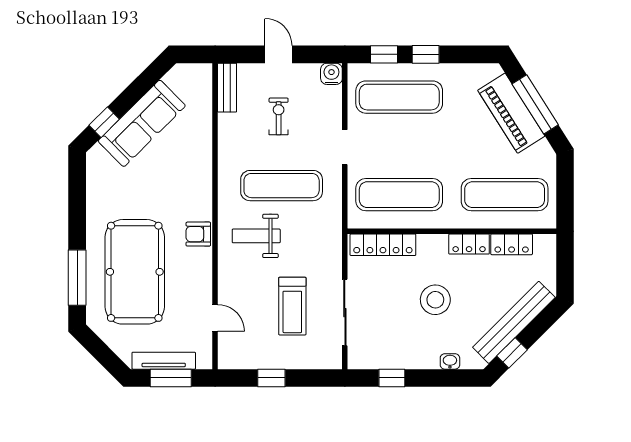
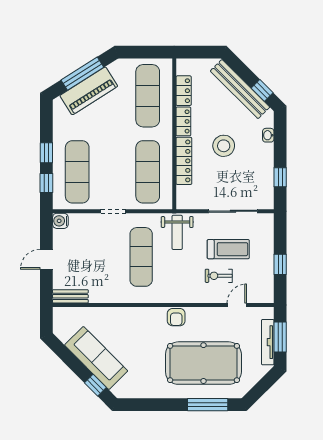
exercise bike: (279, 116) -> (219, 276), moved
weight bench: (256, 236) -> (177, 232), moved
locker: (383, 245) -> (184, 161), moved

